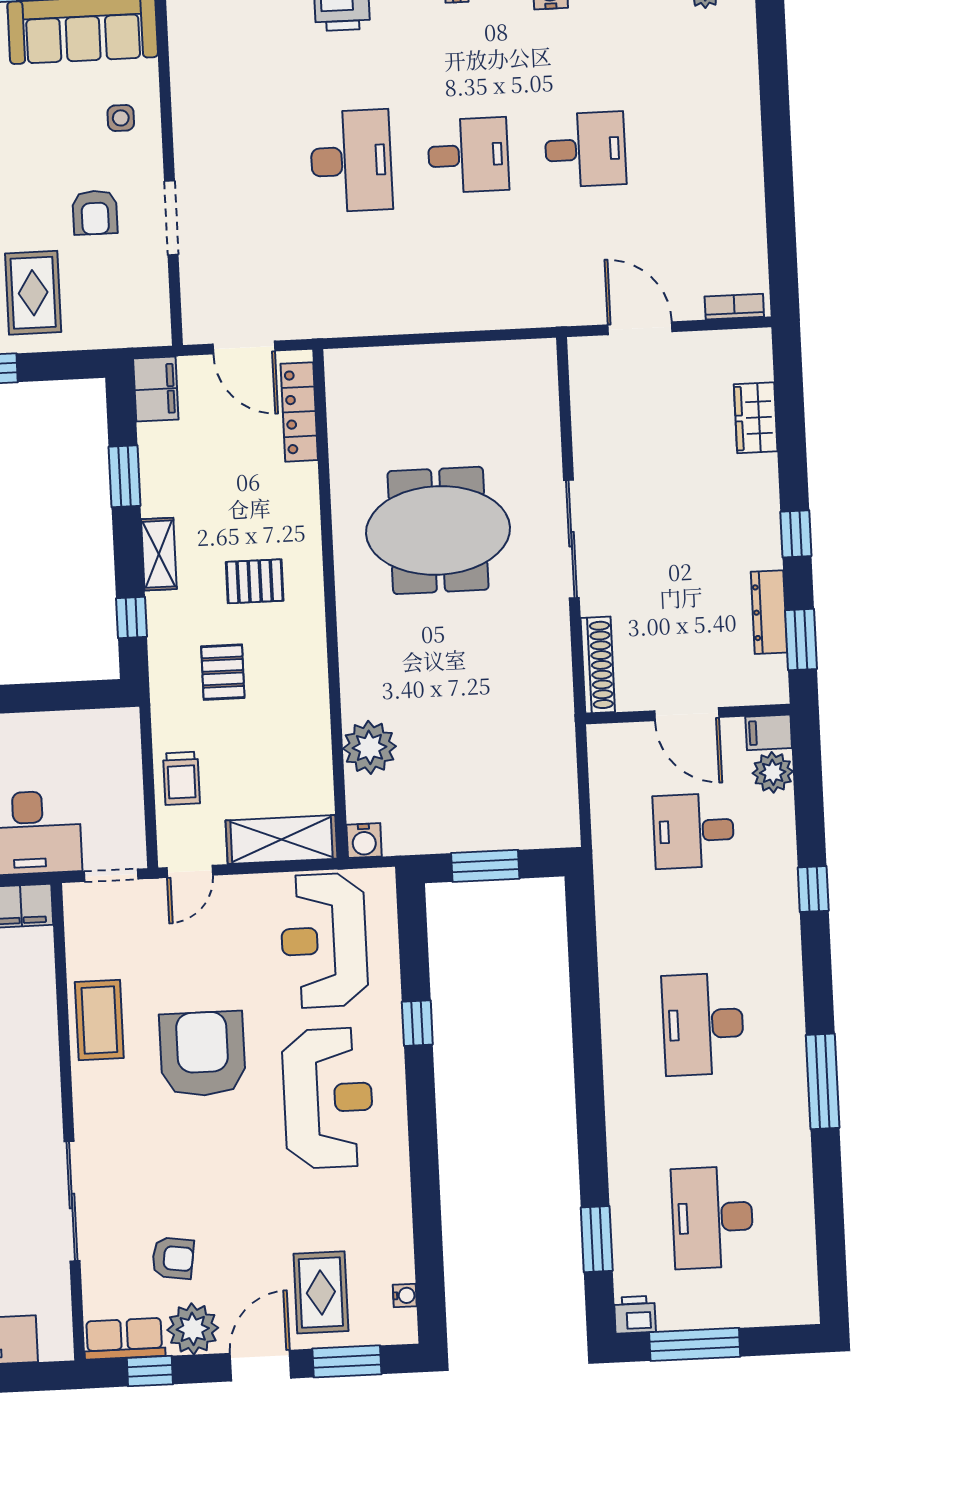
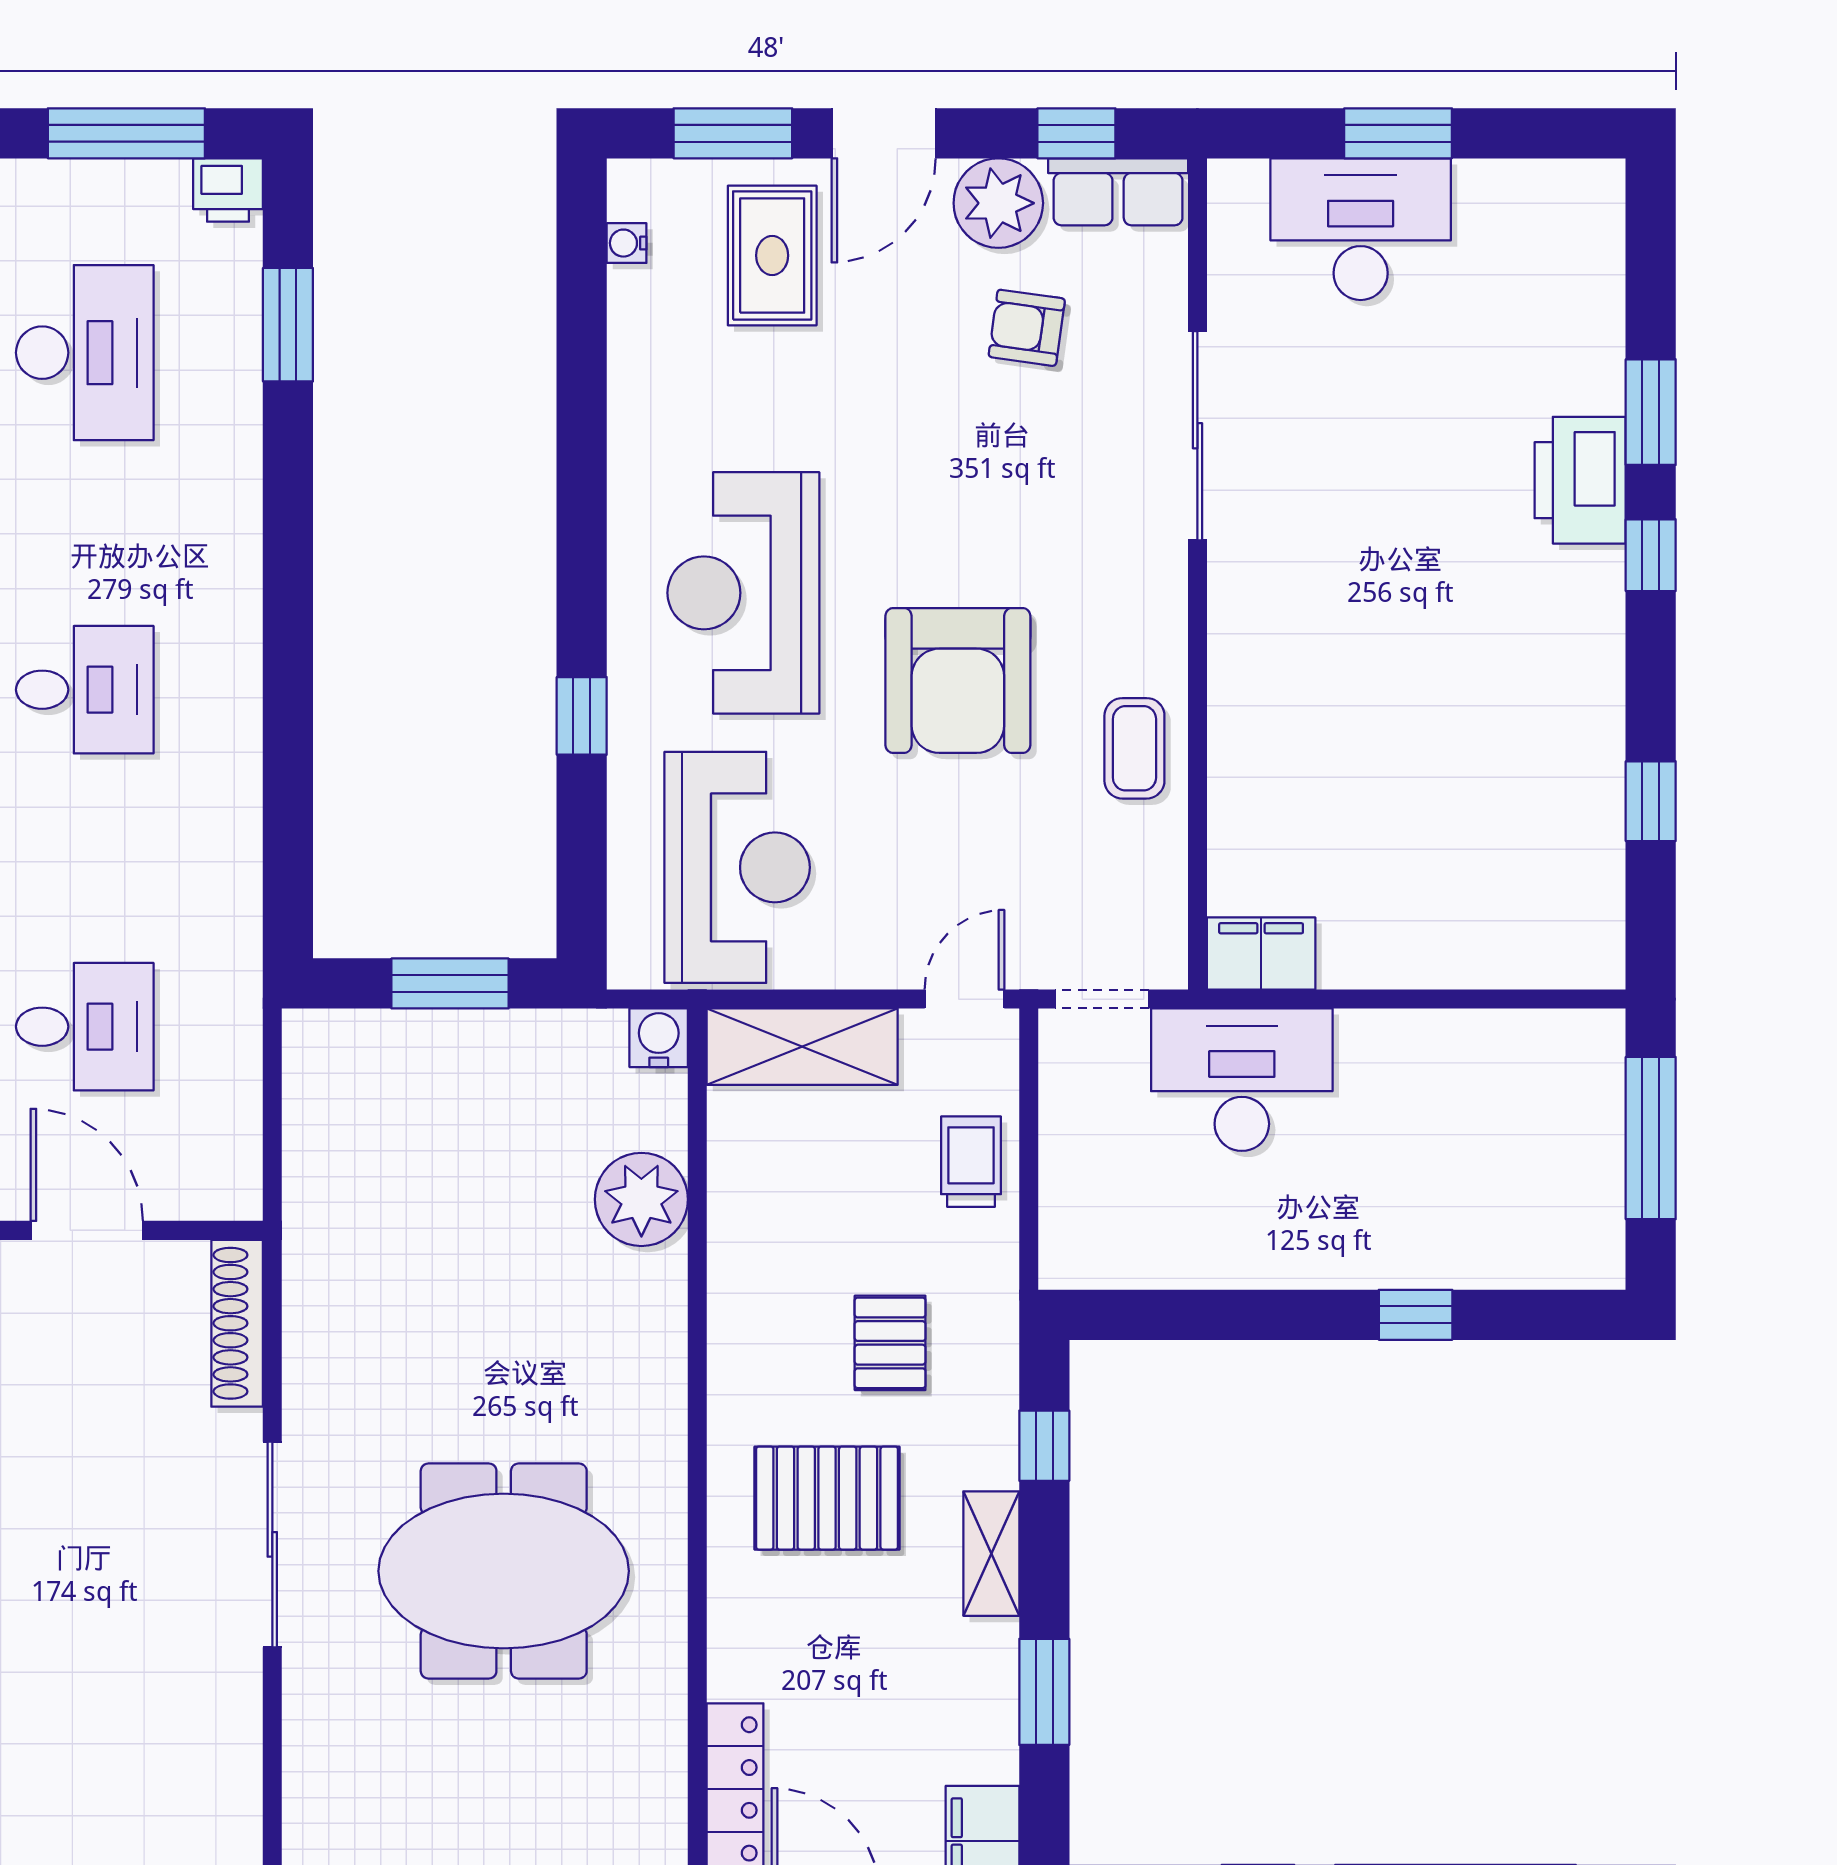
pallet: (255, 581) -> (827, 1498), width x1.50, depth x1.42
coffee table: (99, 1020) -> (1134, 748), width x0.73, depth x0.77
desk: (703, 1024) -> (85, 690), width x0.73

